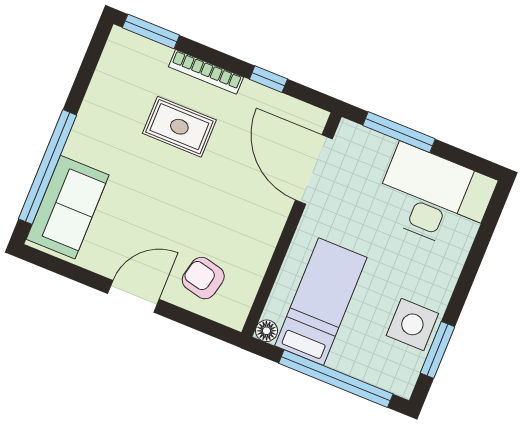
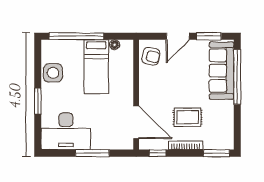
door: (314, 169) -> (136, 122), moved
sofa: (68, 207) -> (222, 71), width x1.36
wall: (291, 225) -> (136, 95), moved
window: (72, 271) -> (209, 36), added
window: (438, 350) -> (38, 101), moved

